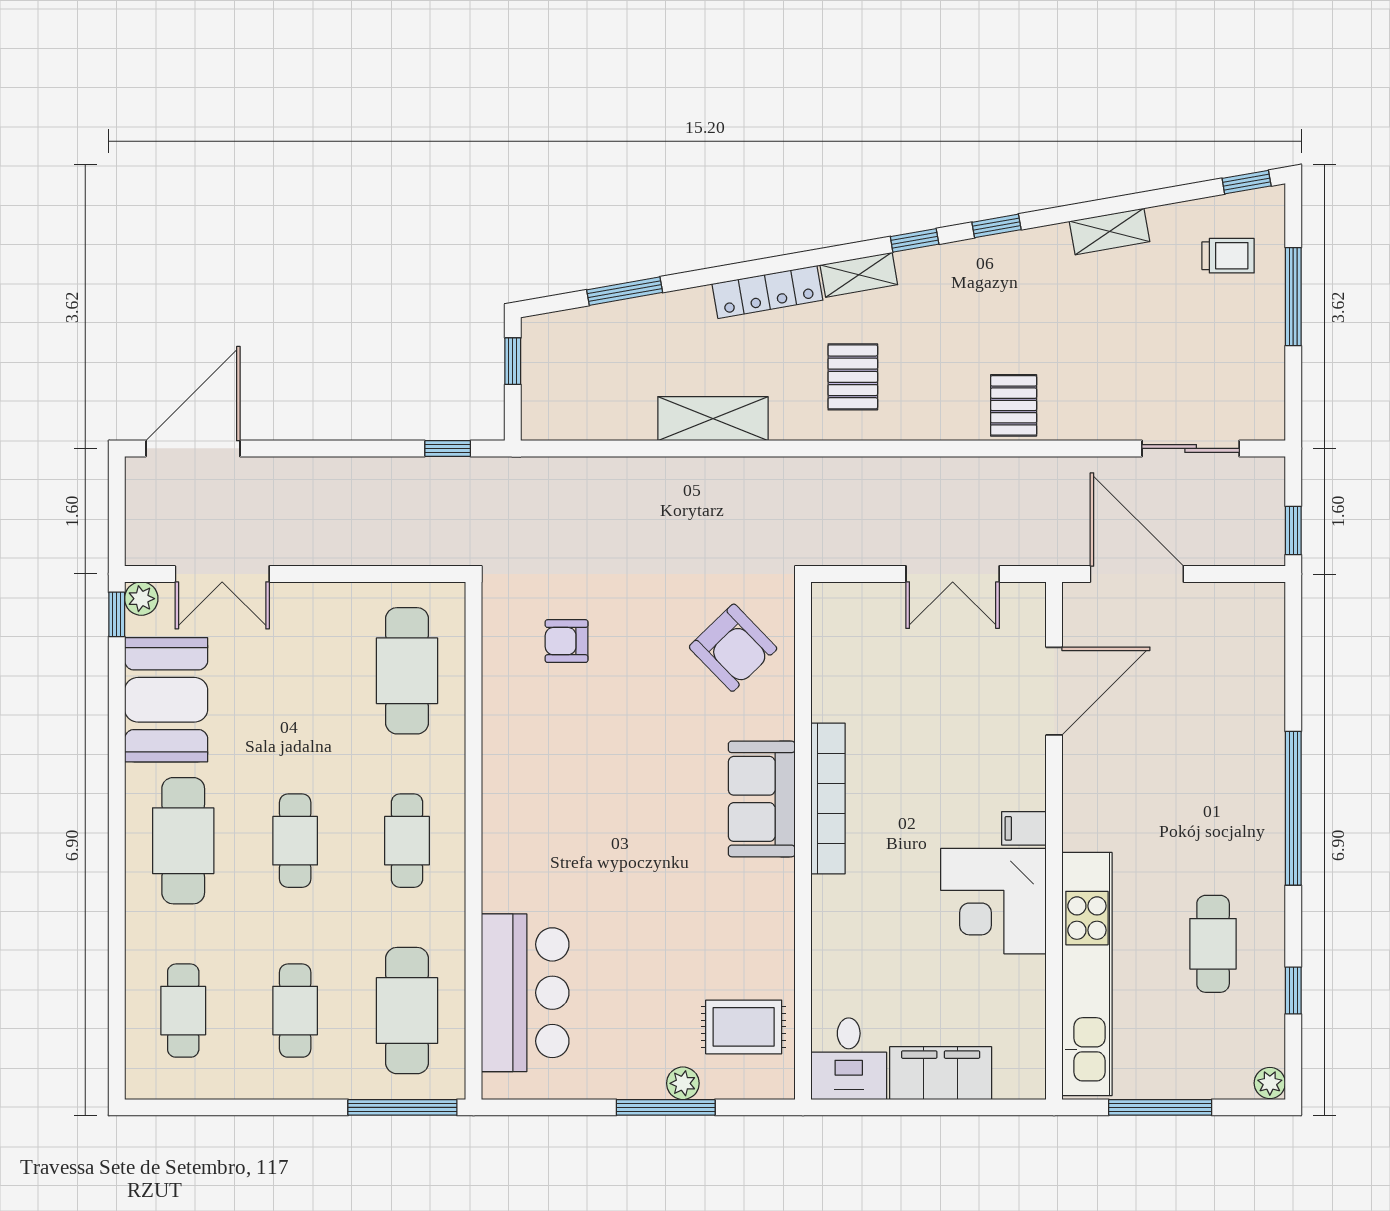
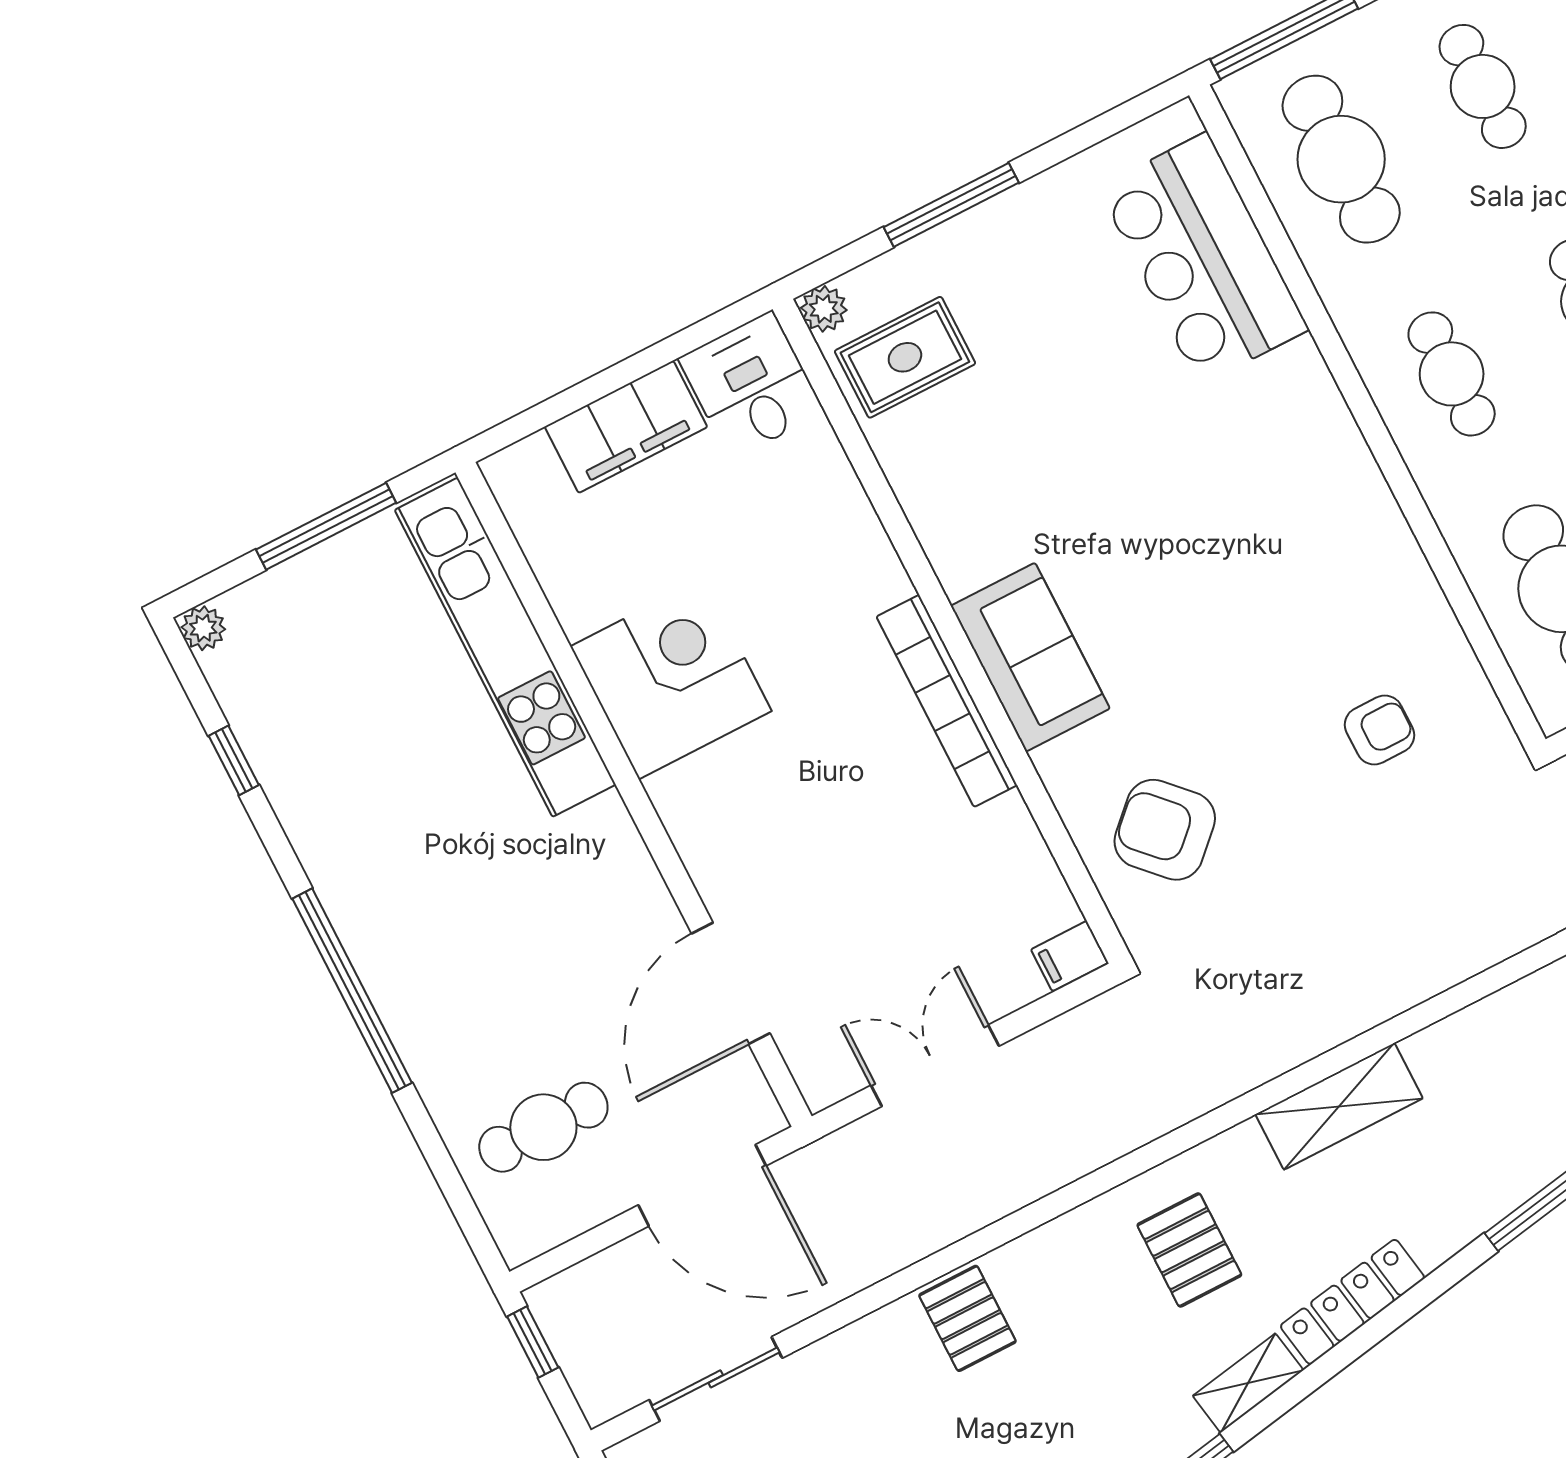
filing cabinet: (1024, 828) -> (1070, 956), moved, turned 180
cafe table: (1213, 944) -> (543, 1127), moved, turned 90
plant: (683, 1083) -> (824, 309), moved

